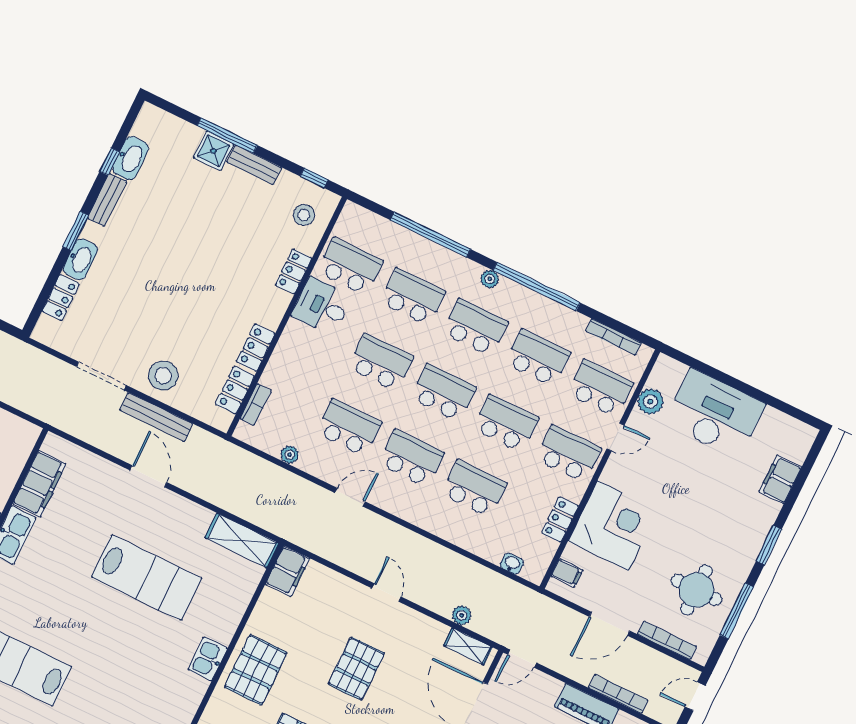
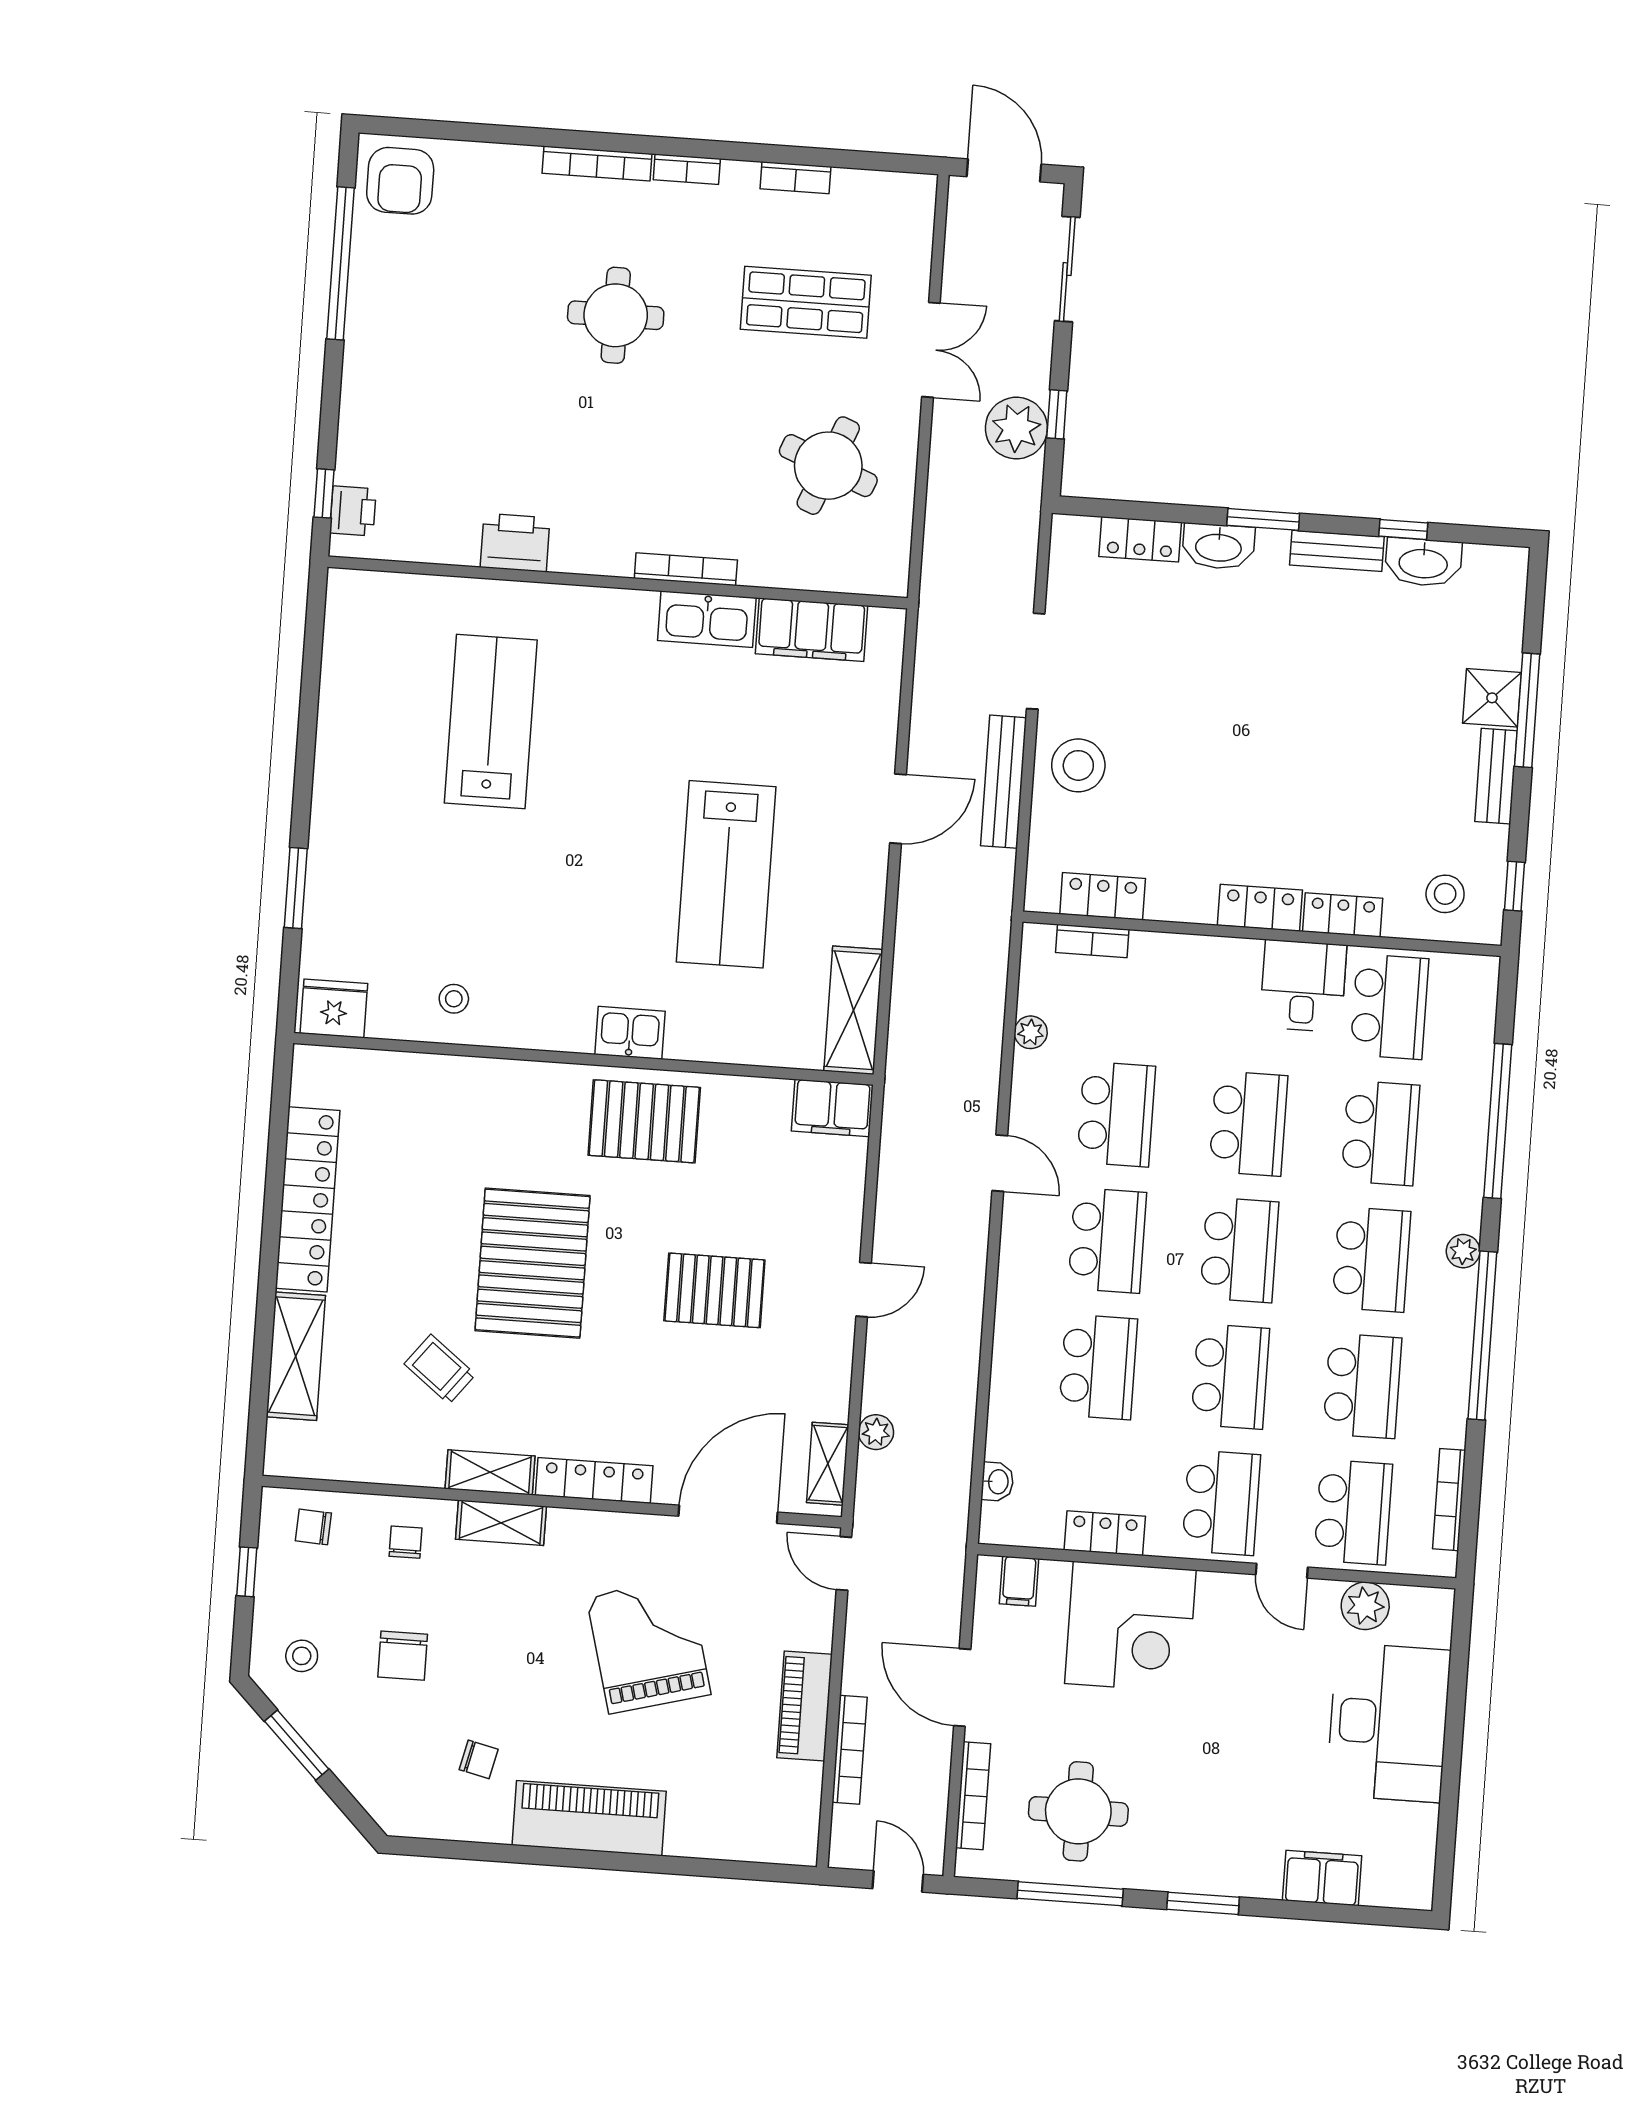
locker: (256, 348) -> (1260, 908), moved

